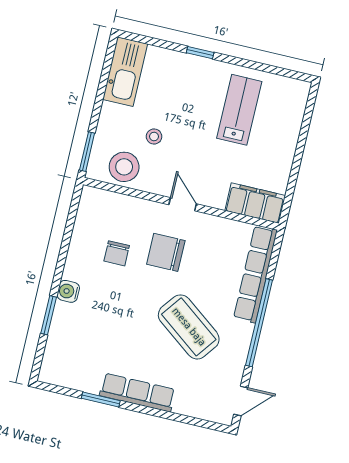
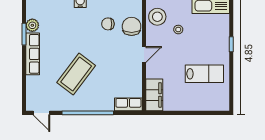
chair: (166, 252) -> (132, 26), moved
row of seats: (255, 274) -> (128, 104), width x0.50
plant: (89, 382) -> (32, 25), added

